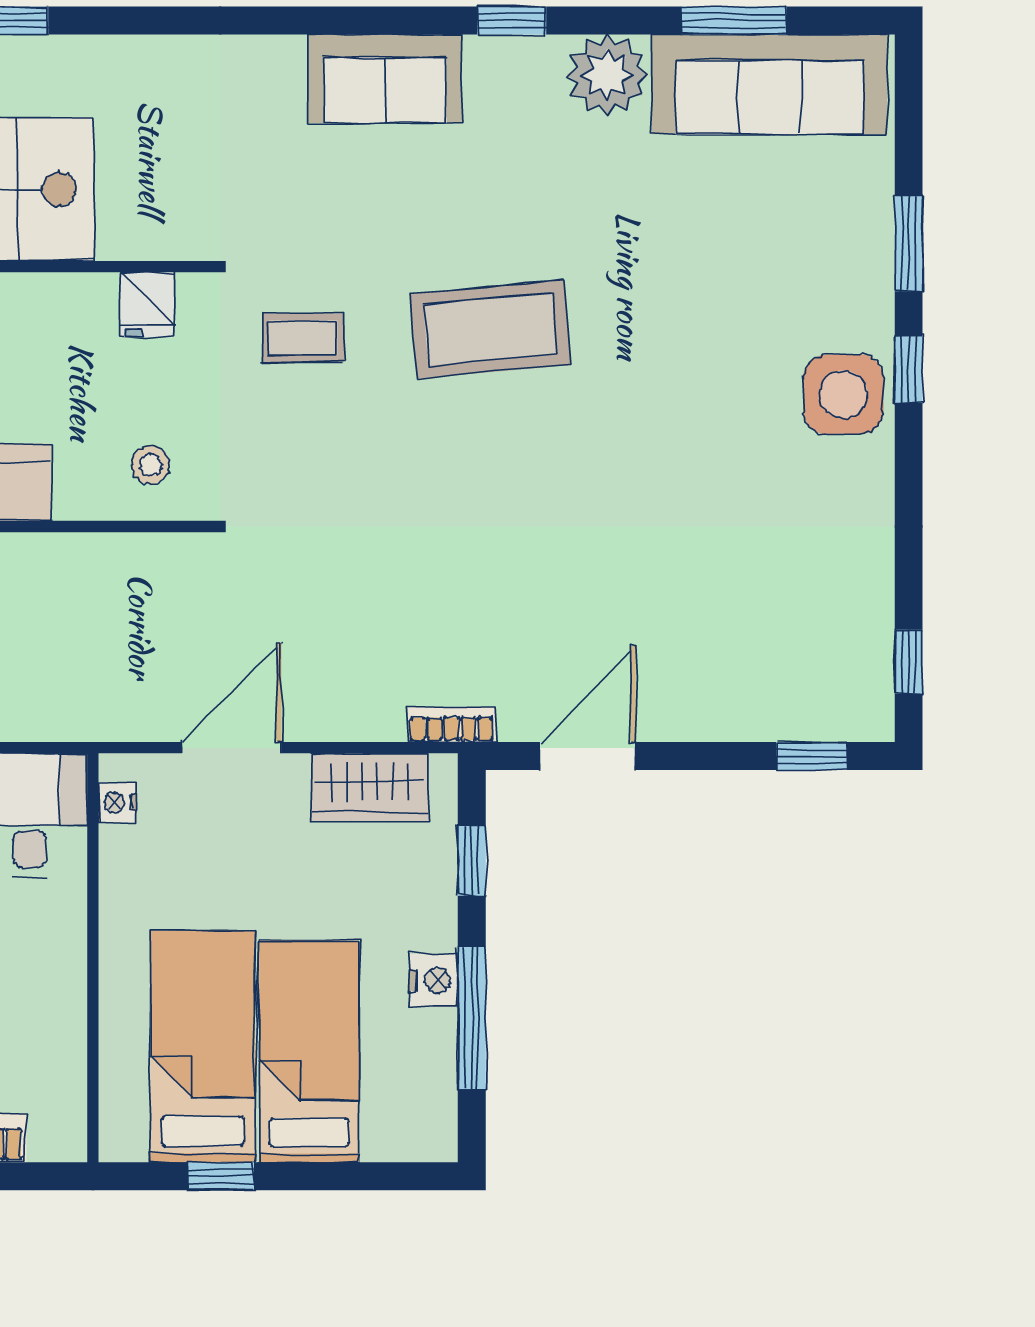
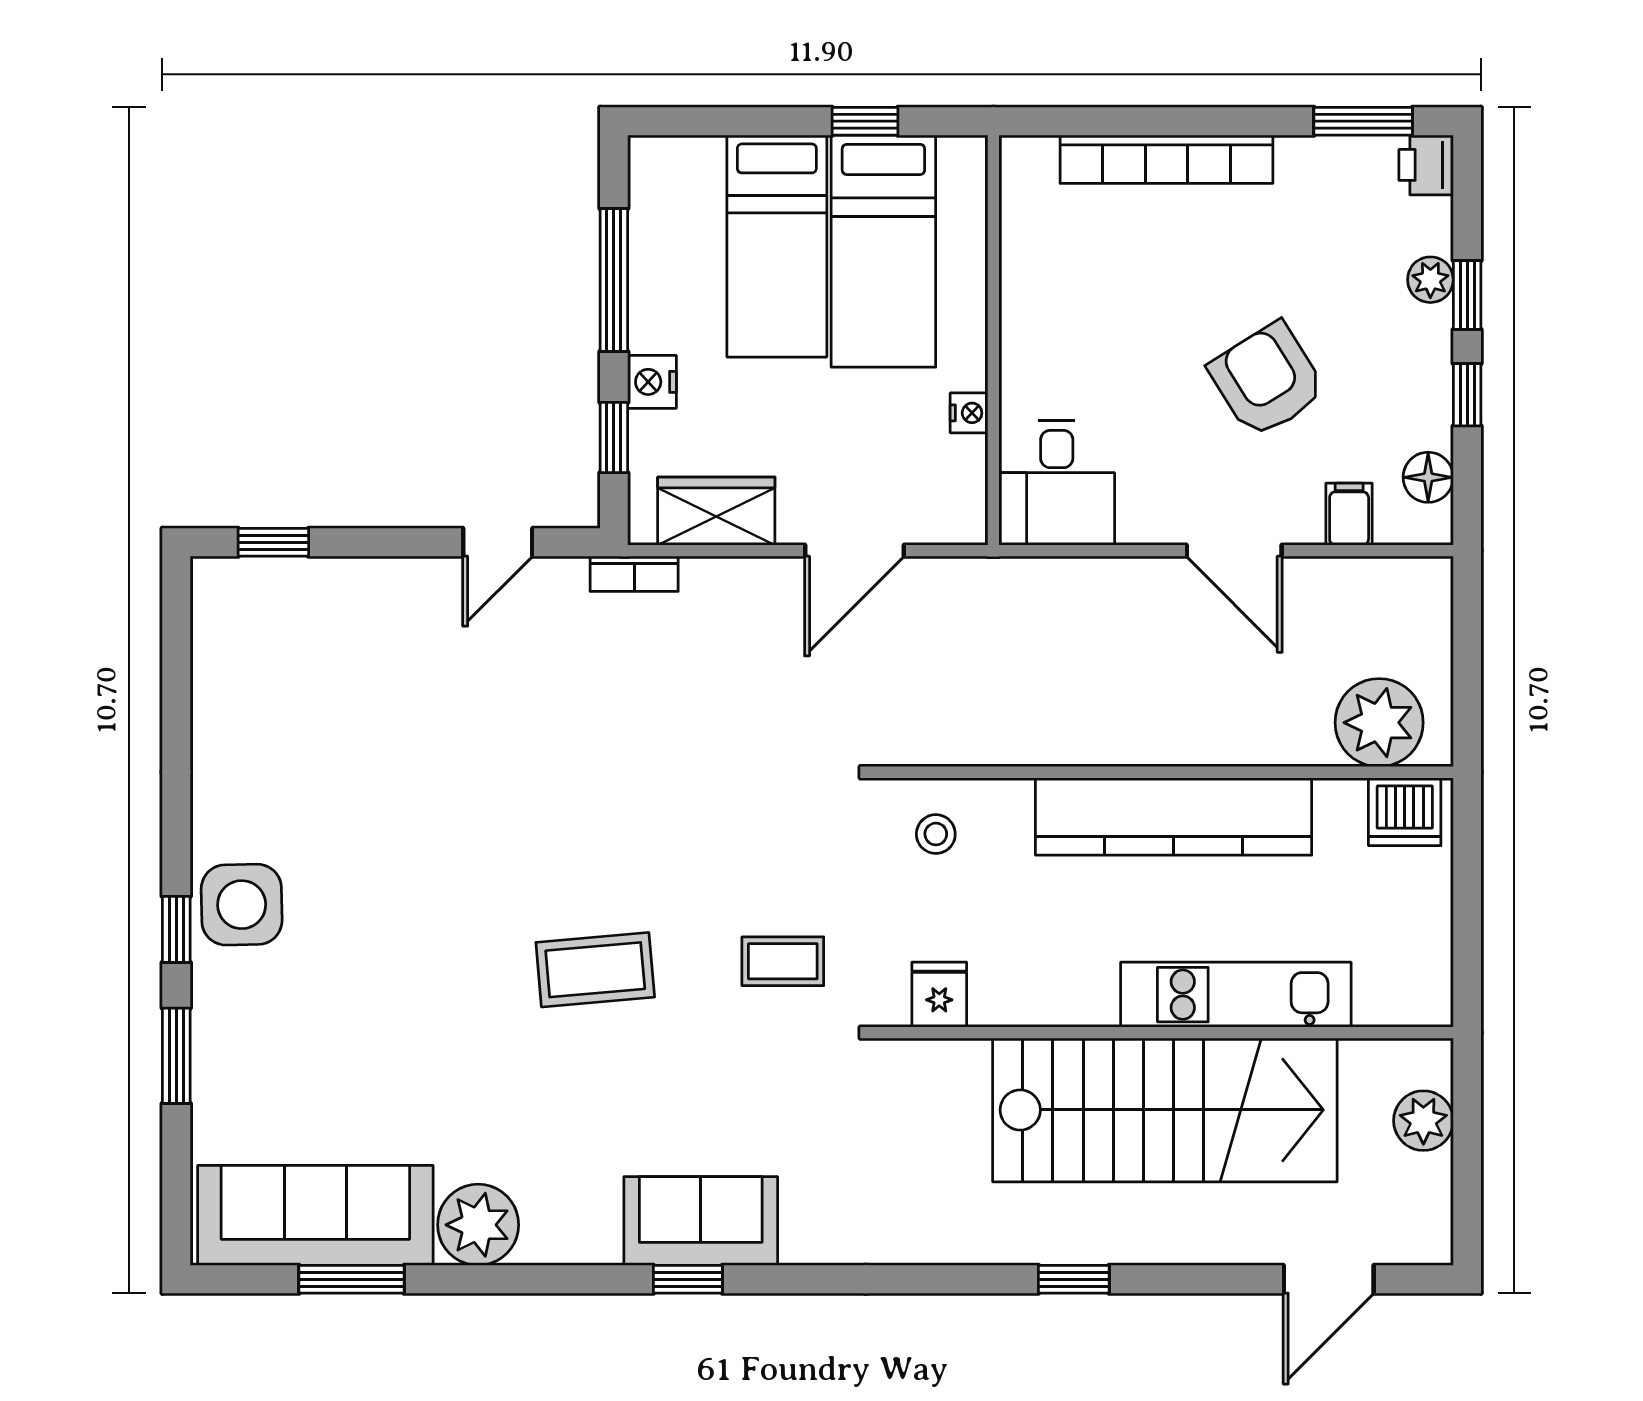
window: (512, 20) -> (688, 1279), moved
coffee table: (490, 329) -> (595, 970), width x0.73, depth x0.76
window: (909, 662) -> (176, 637), removed
door: (588, 756) -> (498, 542), width x0.73
nightstand: (117, 802) -> (969, 413), moved
nightstand: (434, 980) -> (652, 382), moved

